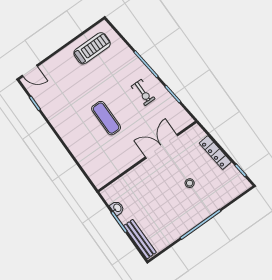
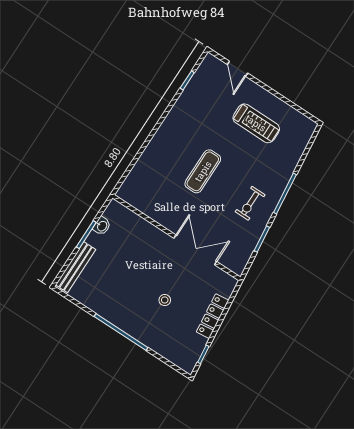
treadmill: (92, 48) -> (256, 123), moved
door: (30, 71) -> (238, 69), moved

